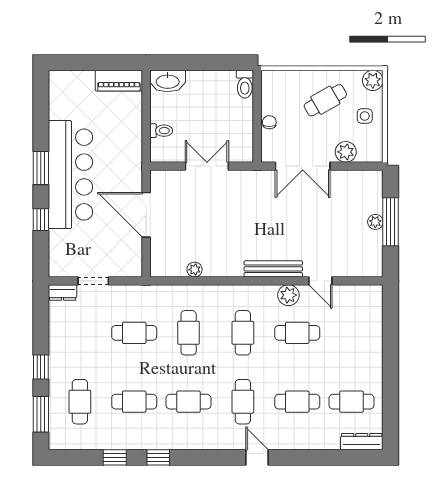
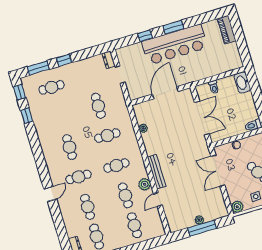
piano: (119, 81) -> (226, 30), moved
plant: (346, 152) -> (237, 207), moved
double door: (207, 166) -> (202, 118), width x1.37
cafe table: (134, 402) -> (134, 225), moved
window: (158, 457) -> (20, 92), moved

